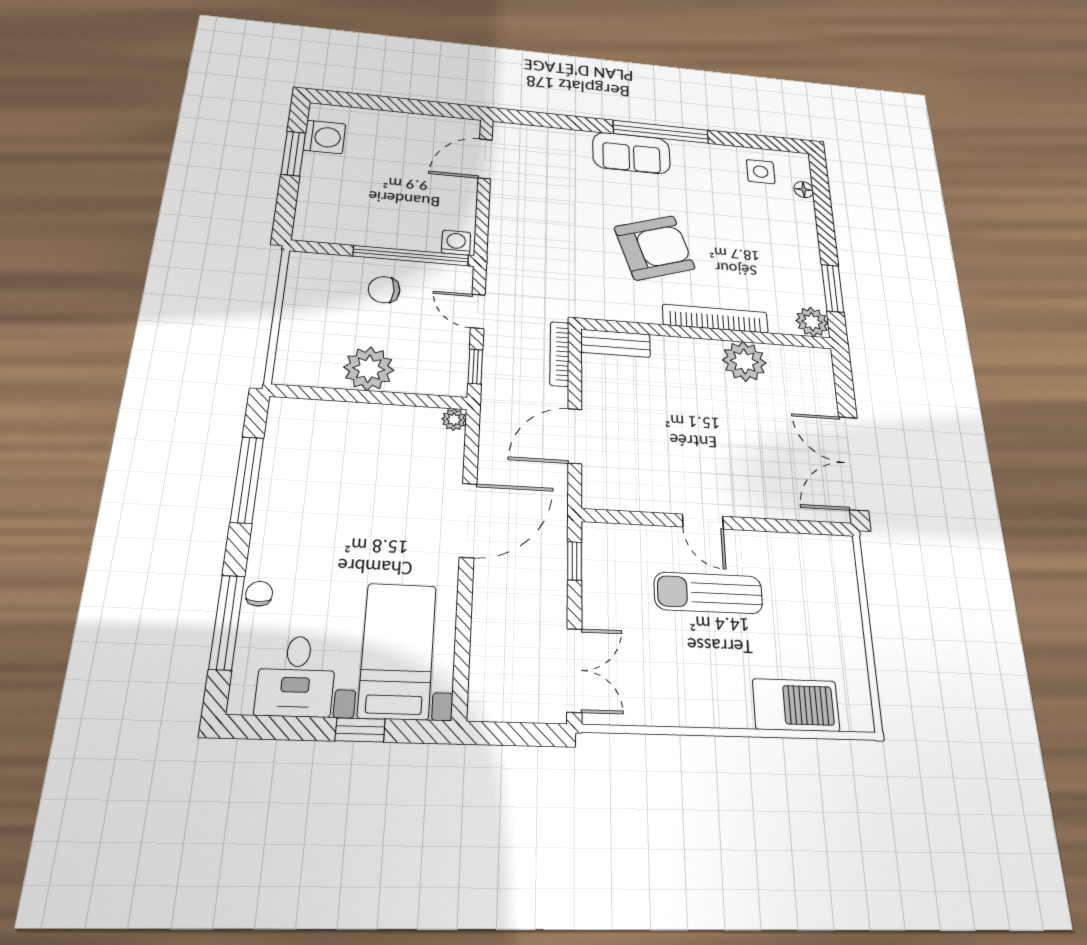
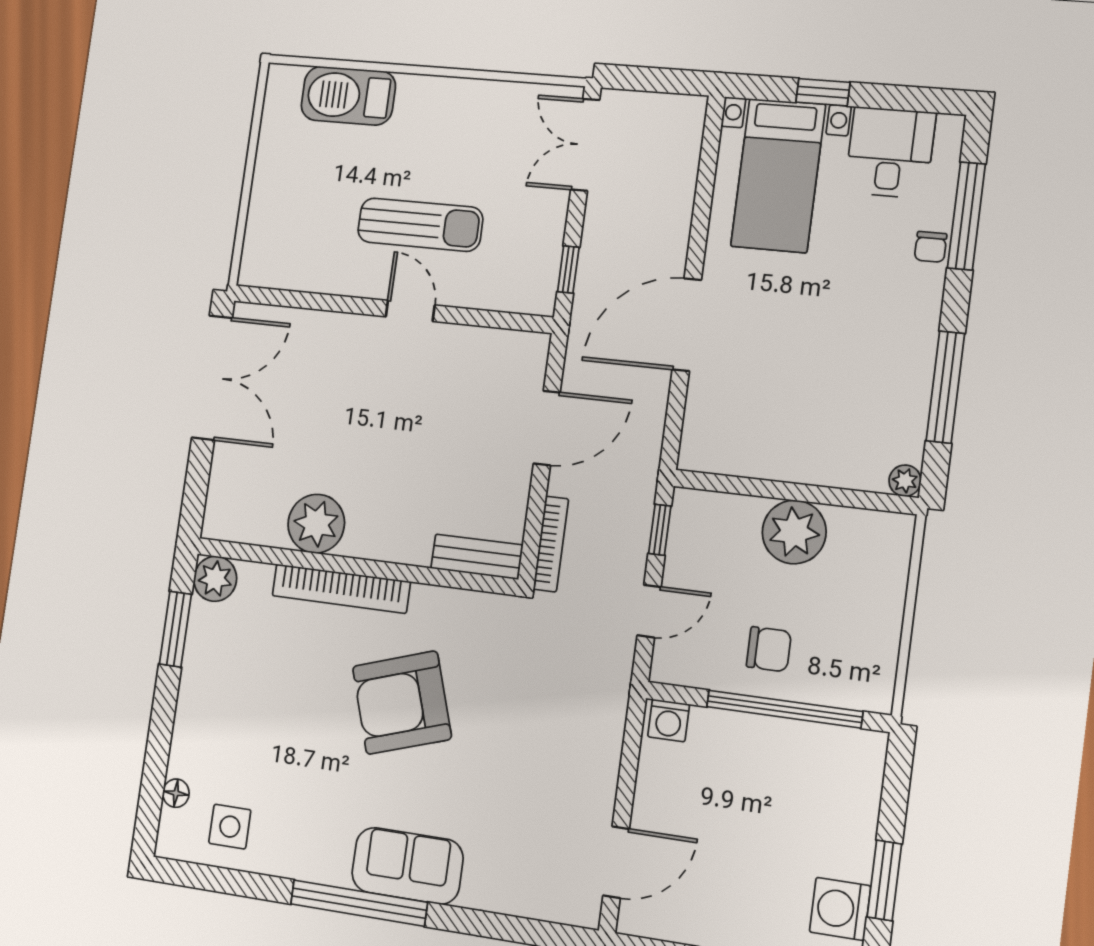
window: (411, 256) -> (784, 709), moved
door: (478, 311) -> (649, 611), hinge flipped
plant: (454, 420) -> (905, 481), moved

